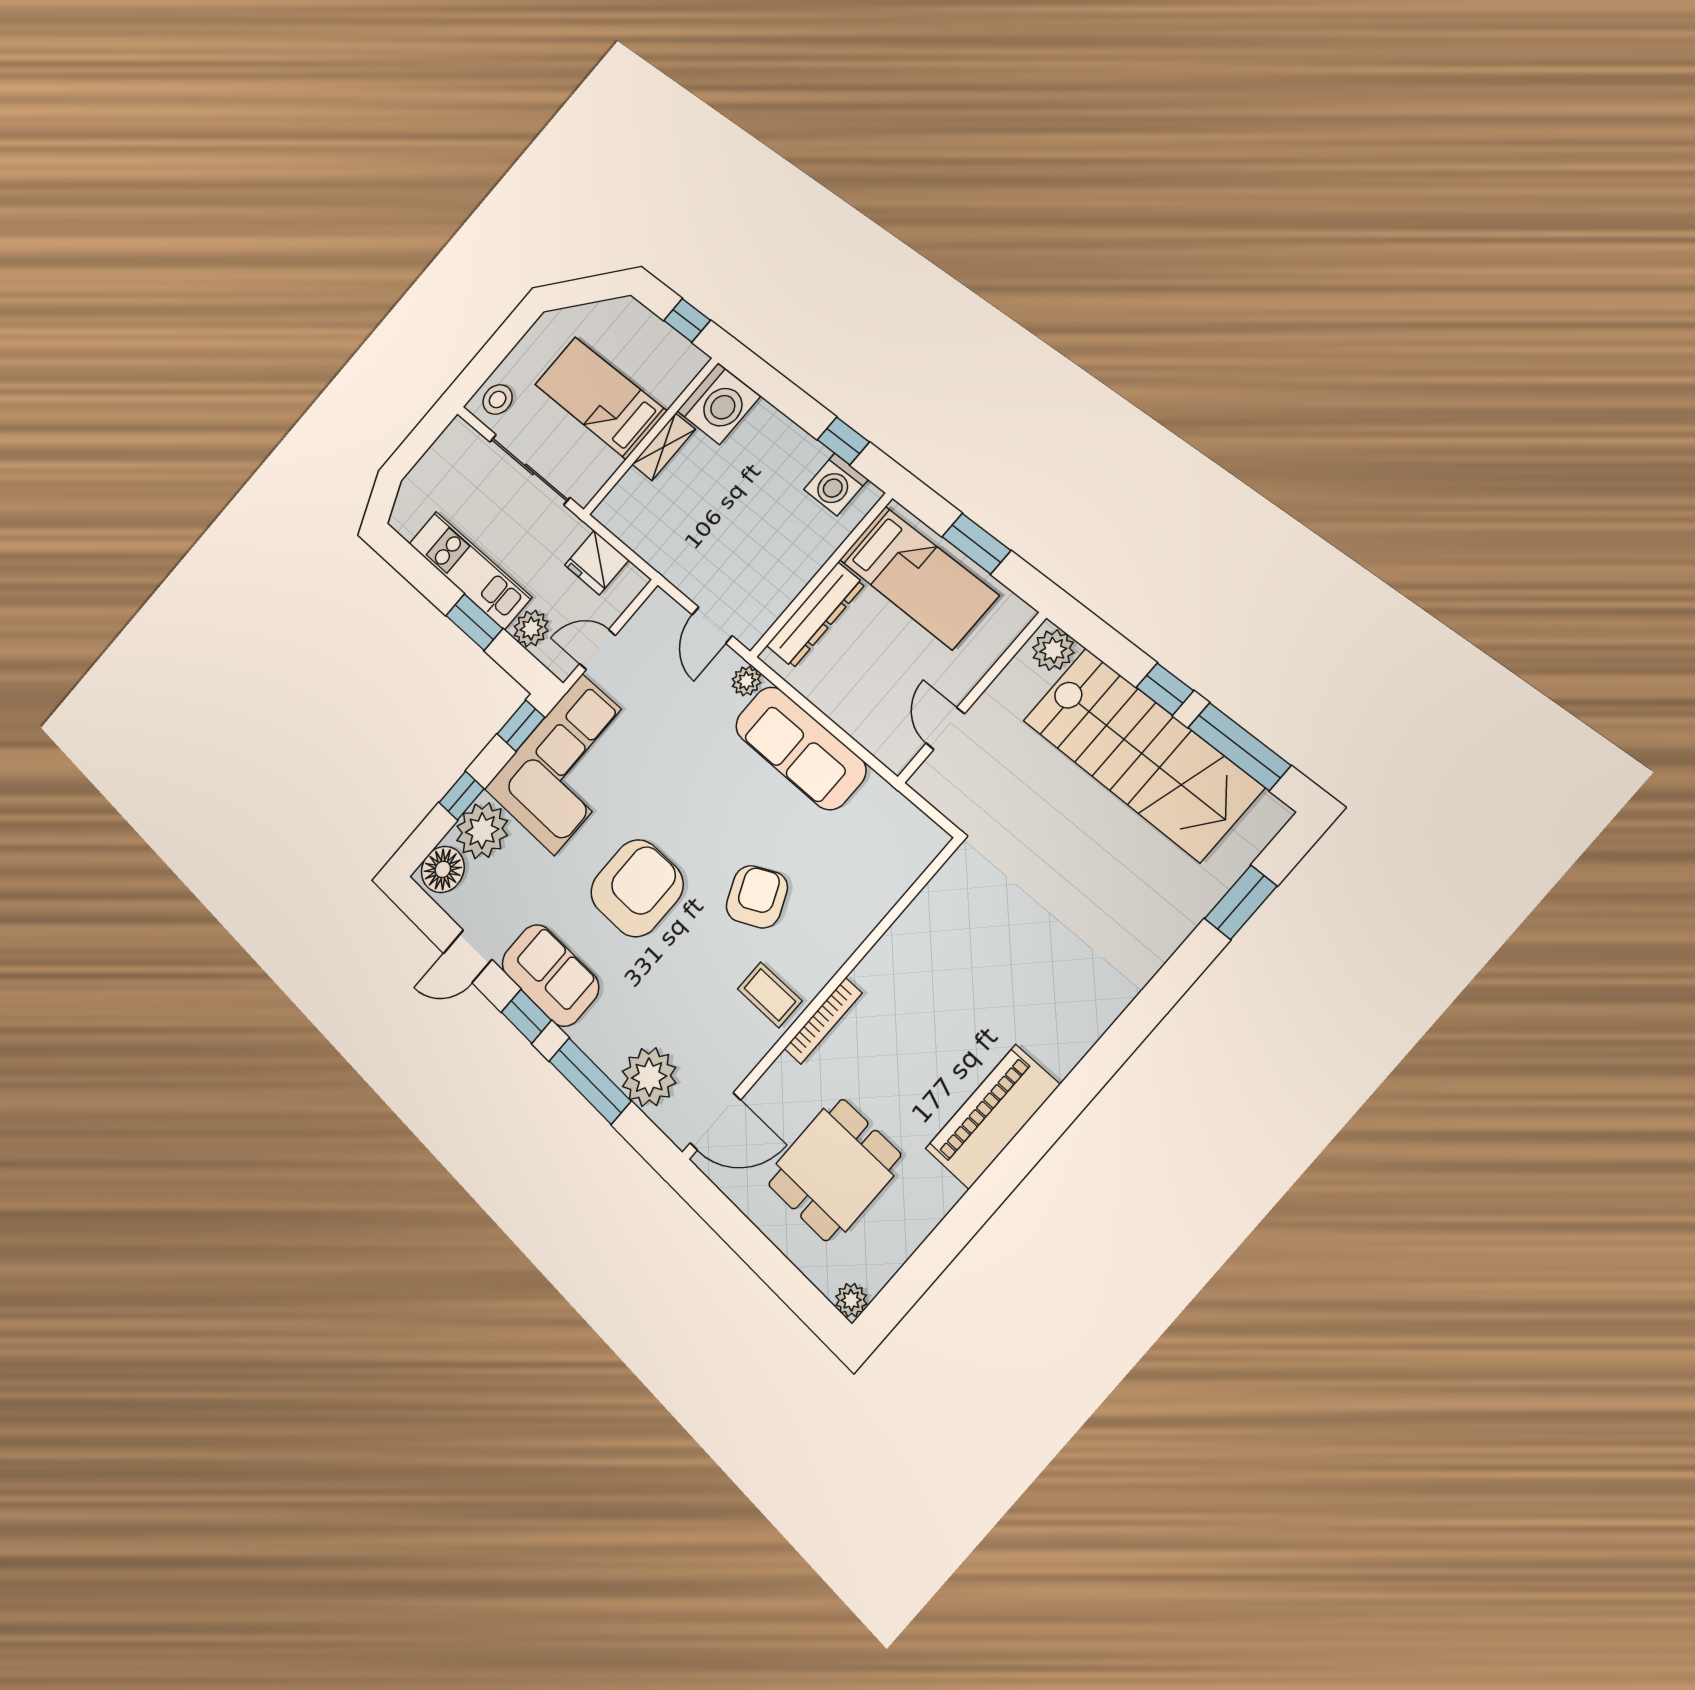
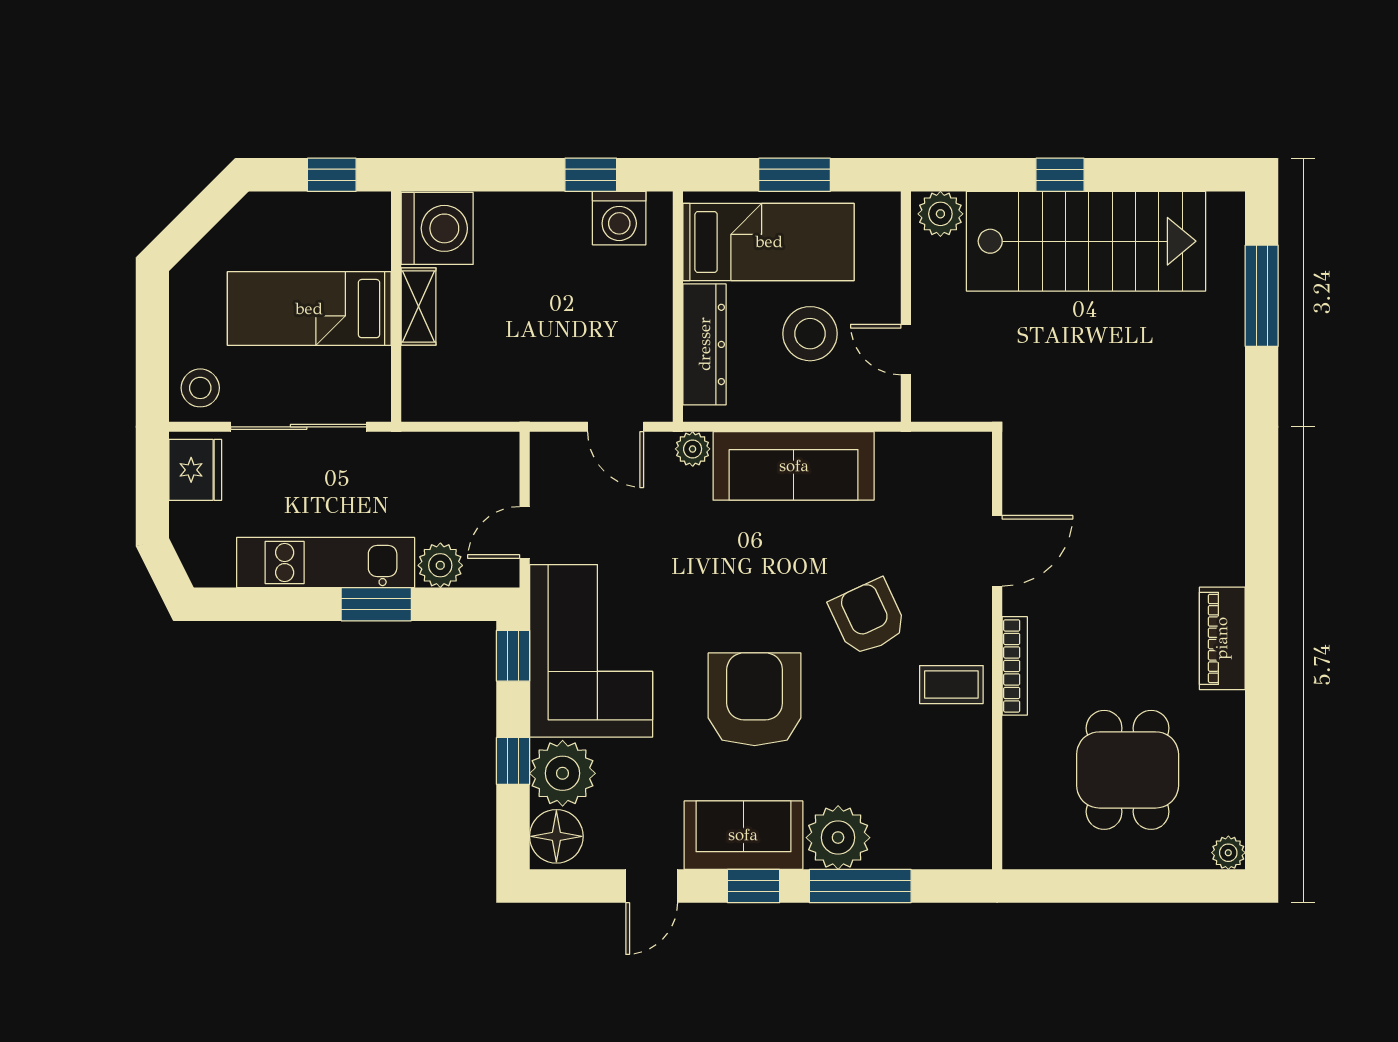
fridge: (597, 563) -> (195, 470), moved, turned -90
stool: (891, 664) -> (810, 334), added
window: (1239, 746) -> (1158, 175), removed
window: (1241, 902) -> (1262, 296), width x1.44
plant: (649, 1077) -> (838, 838), moved
piano: (992, 1117) -> (1222, 638), width x0.73, depth x0.75
door: (715, 1121) -> (997, 551), moved

